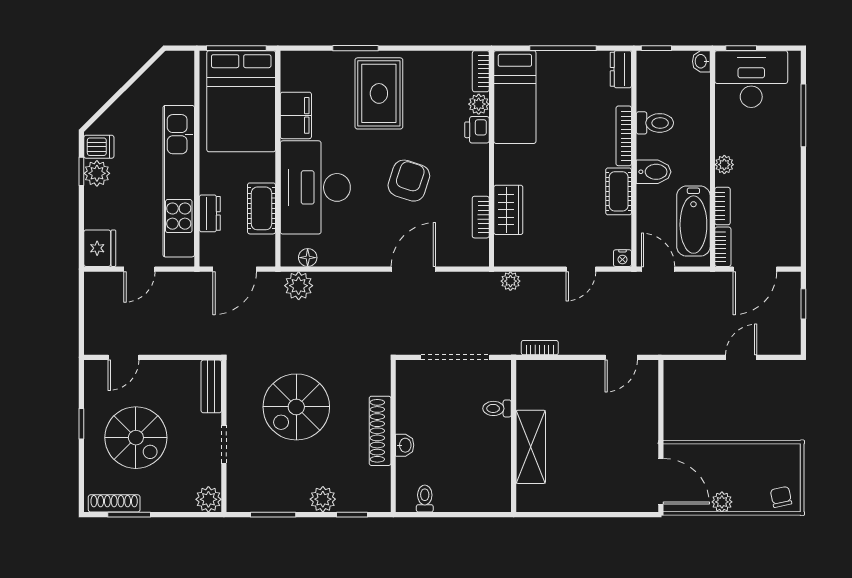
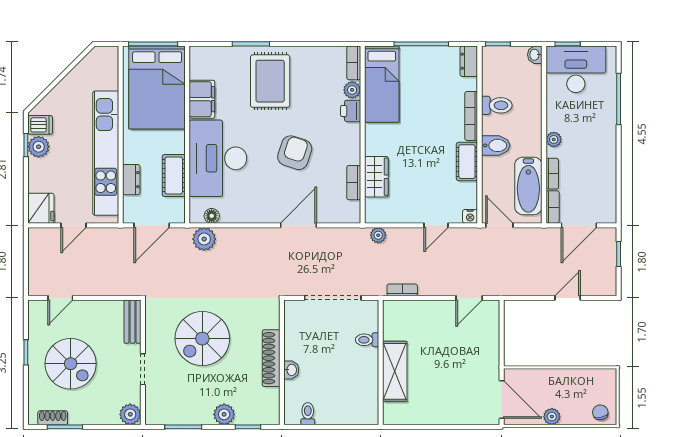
shoe rack: (114, 503) -> (53, 418), width x0.70

